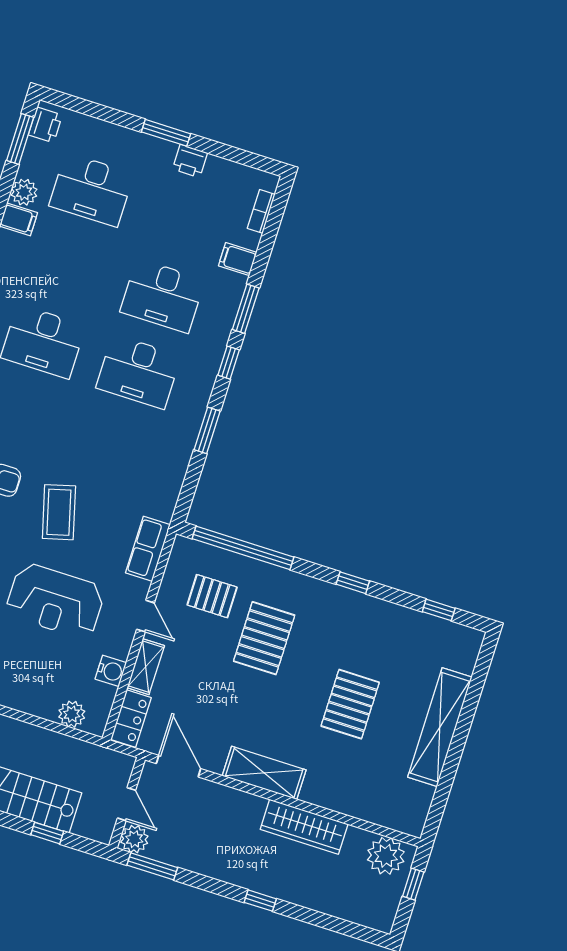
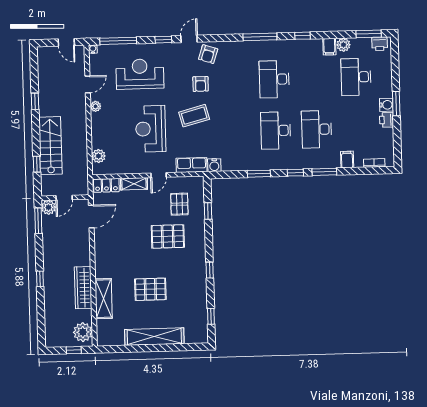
water cooler: (162, 152) -> (386, 105), added
window: (243, 548) -> (208, 211), width x0.32
water cooler: (111, 671) -> (214, 165), moved
shelving: (264, 773) -> (104, 299), moved

